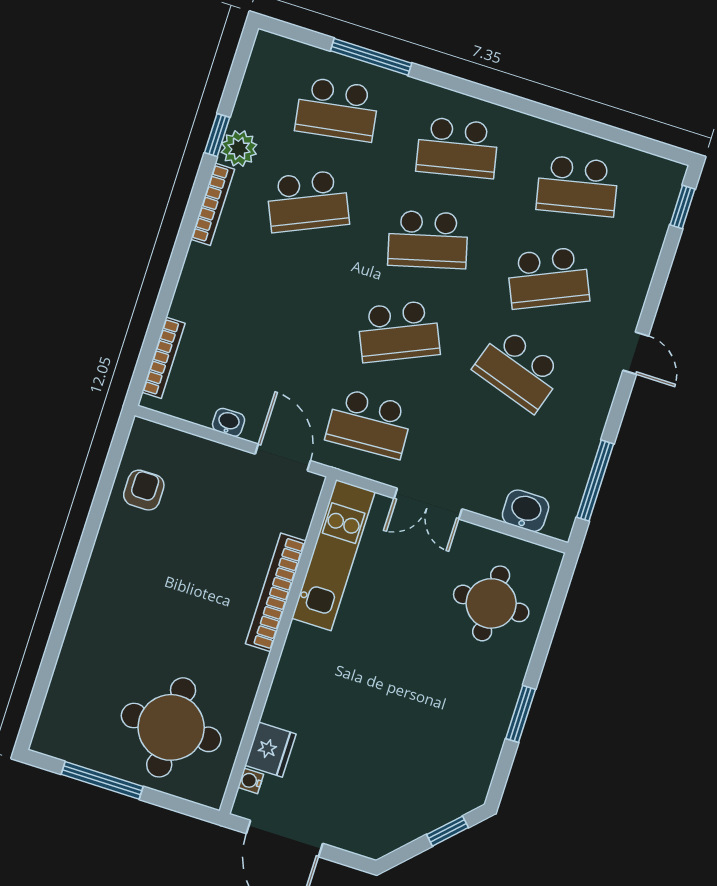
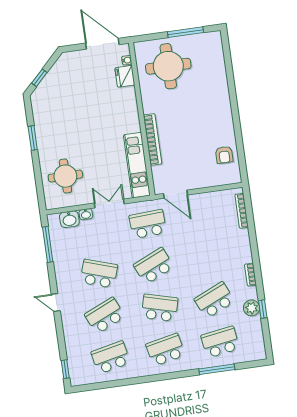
bookcase: (213, 204) -> (251, 275), width x0.64
school desk: (428, 240) -> (160, 308), turned 30
washbasin: (229, 422) -> (86, 214), moved

